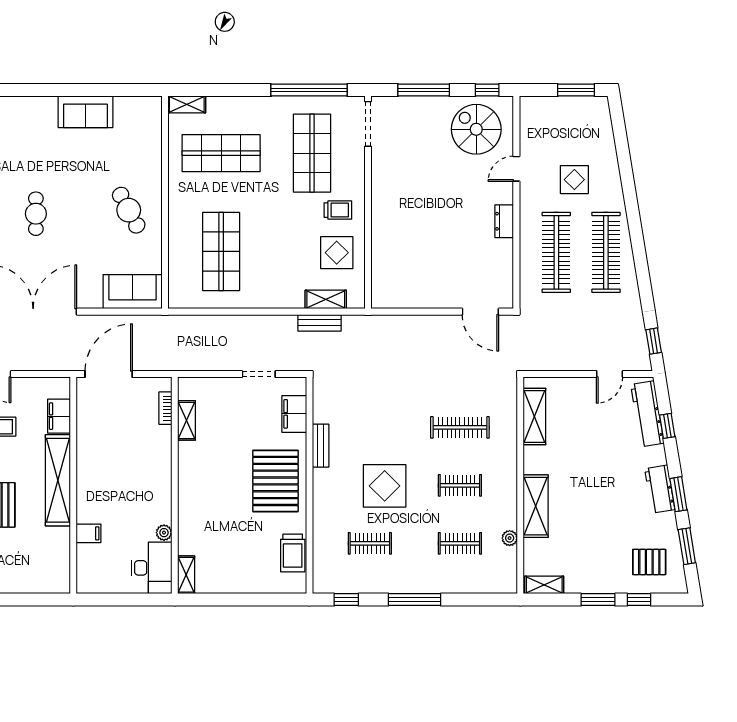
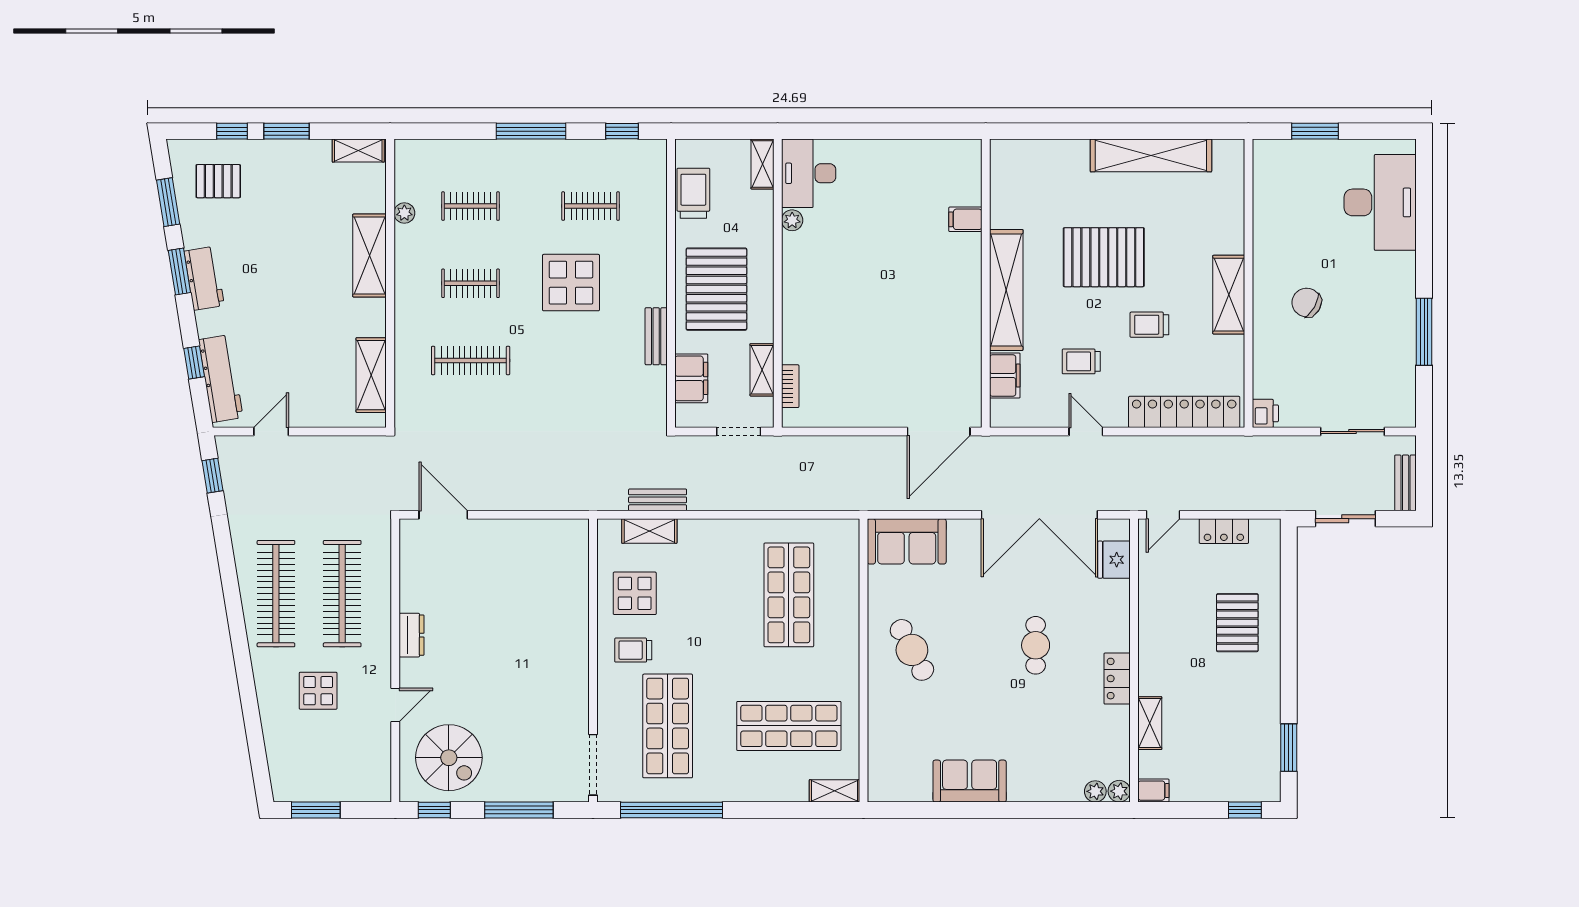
bookcase: (165, 408) -> (790, 386), moved
shelving: (187, 420) -> (762, 370), moved
wall: (175, 485) -> (778, 283), moved
plant: (164, 533) -> (792, 220), moved
desk: (152, 568) -> (809, 173), moved
shelving: (186, 575) -> (762, 164), moved

